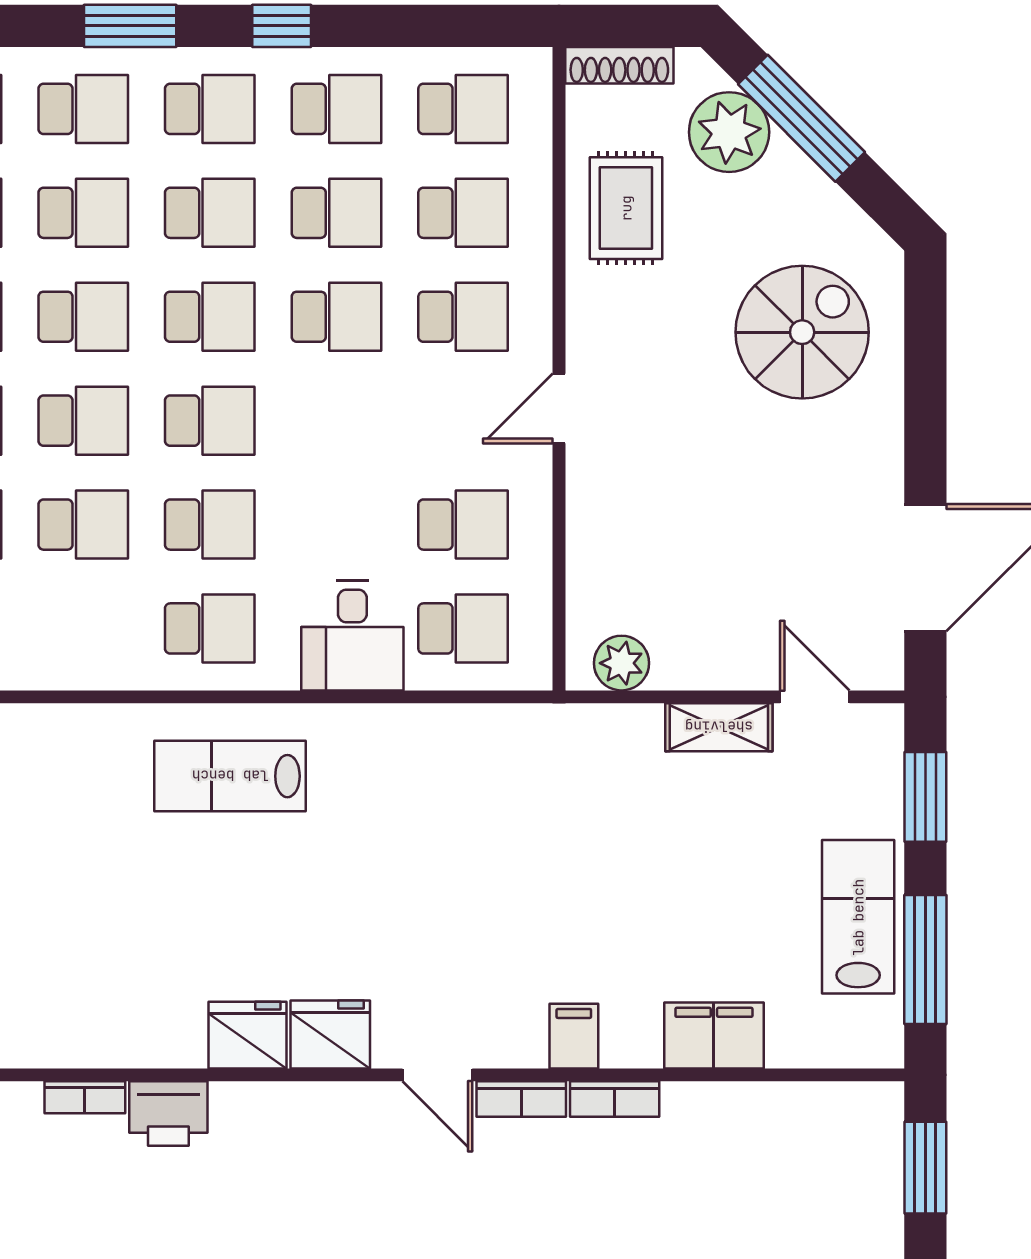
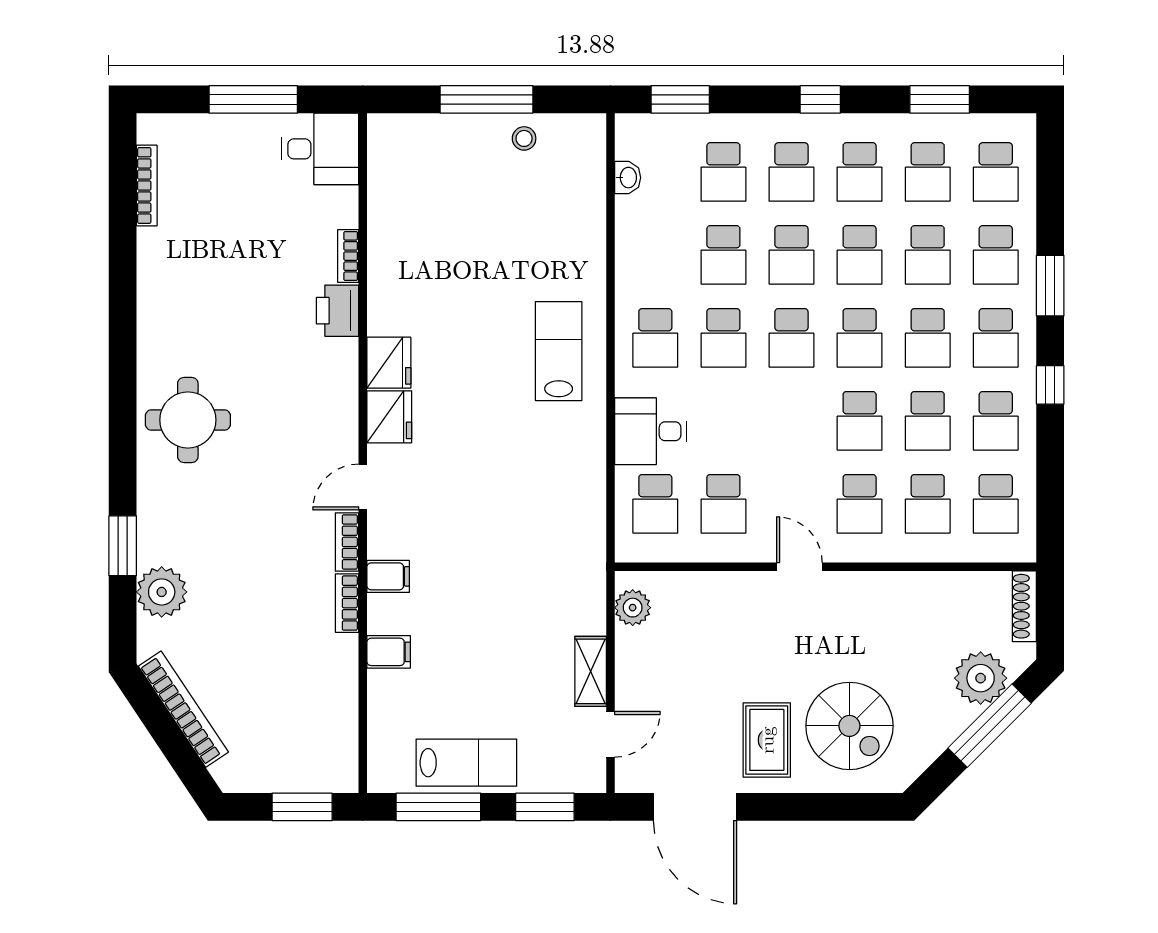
rug: (626, 208) -> (767, 740), moved, turned 90
filing cabinet: (714, 1036) -> (389, 652), width x0.50

